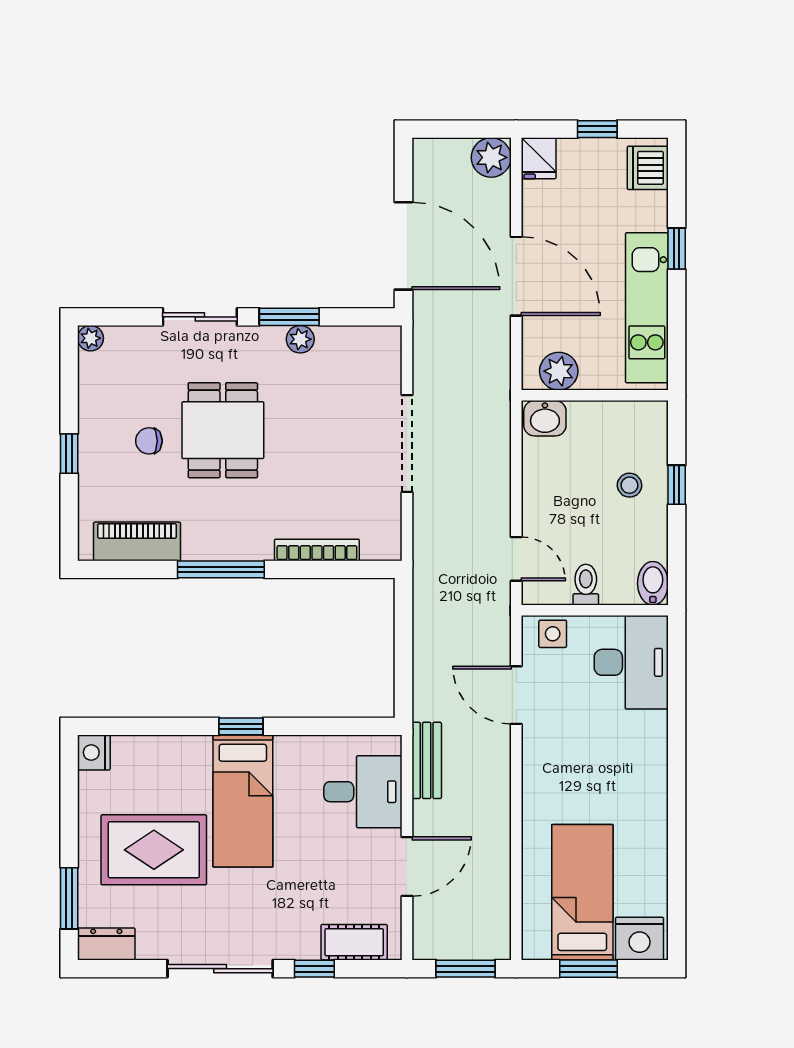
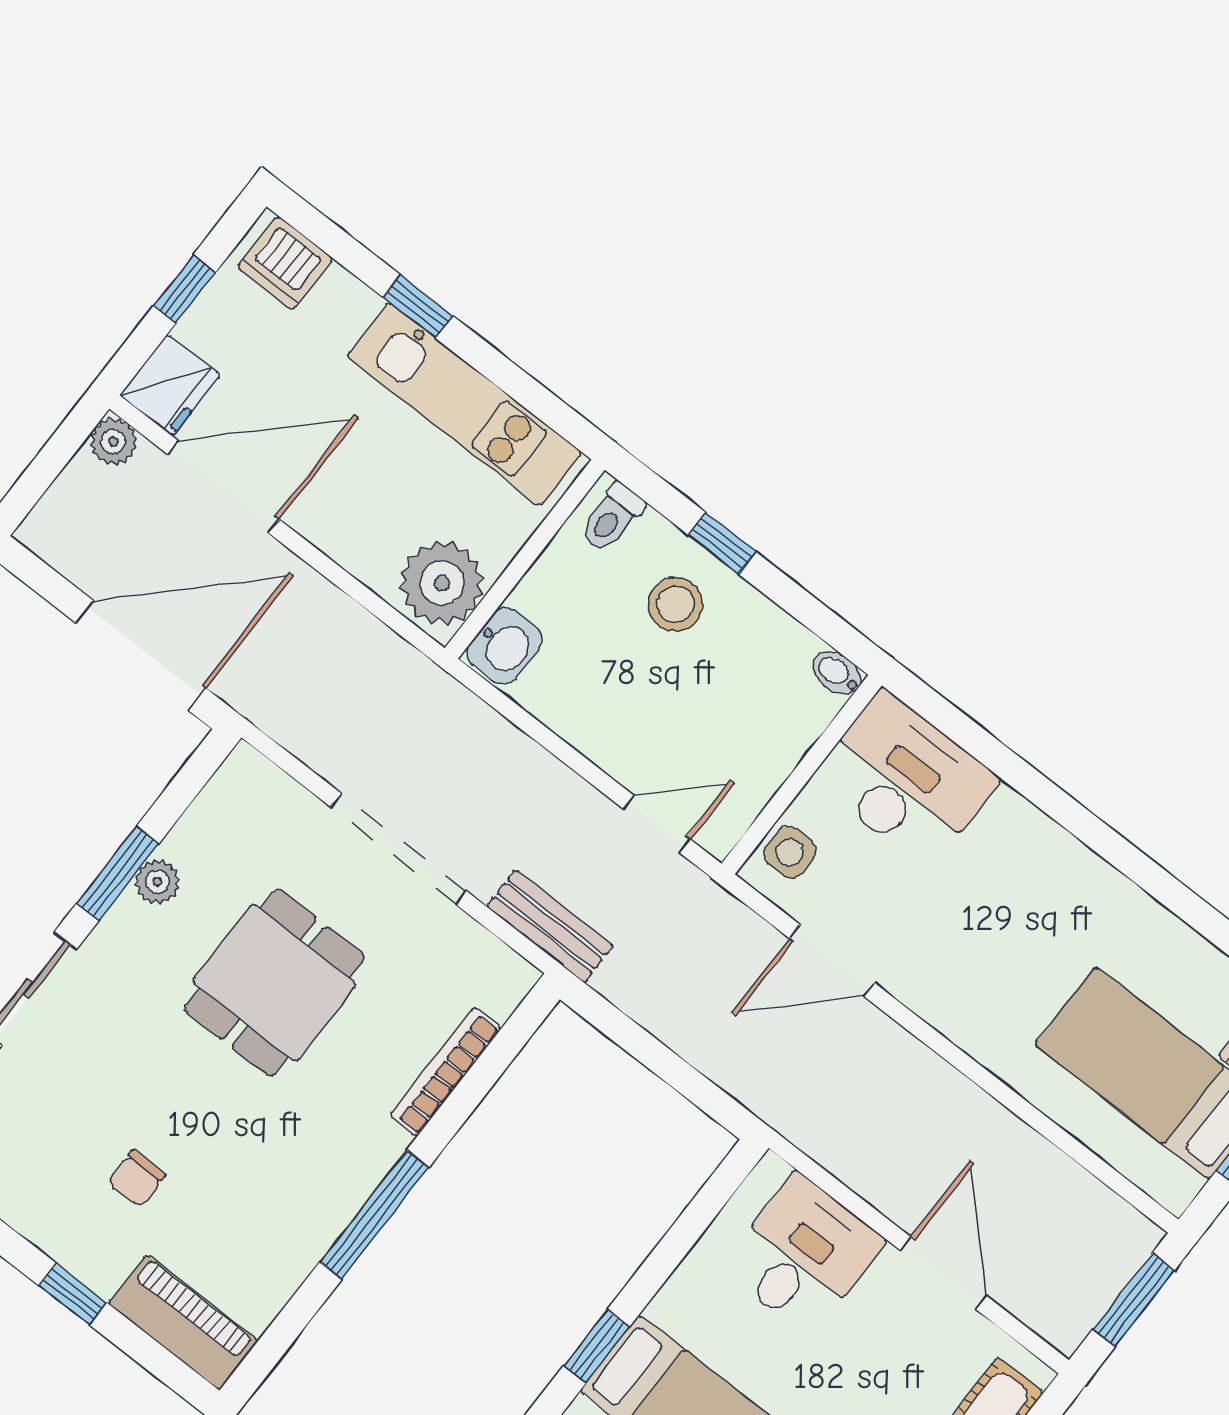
plant: (491, 157) -> (113, 441), width x0.73, depth x0.73
fridge: (539, 158) -> (170, 385), width x1.38
door: (516, 276) -> (223, 487), moved
plant: (559, 371) -> (442, 583), width x1.36, depth x1.36
dining table: (223, 430) -> (274, 983), moved, turned 90
stool: (629, 485) -> (675, 604), width x1.37, depth x1.37
piano: (137, 541) -> (183, 1322), moved, turned 90
bidet: (653, 583) -> (837, 673), width x0.72, depth x0.74
toilet: (586, 585) -> (612, 518), moved, turned -90
bench: (427, 760) -> (550, 926), moved

